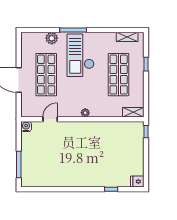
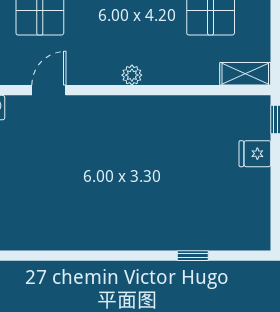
fridge: (137, 182) -> (255, 154), moved

